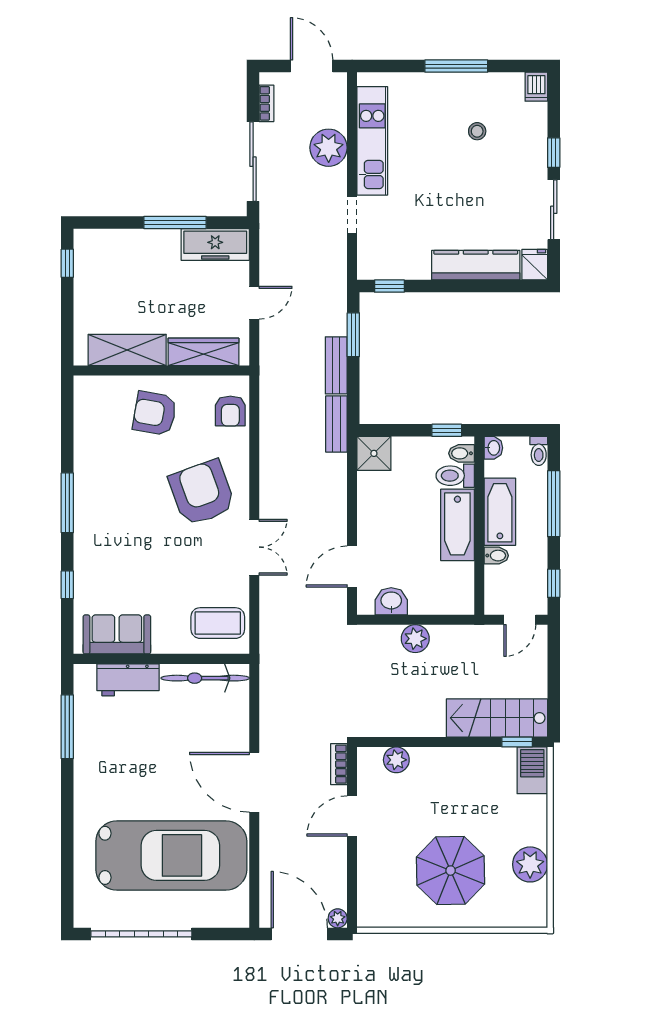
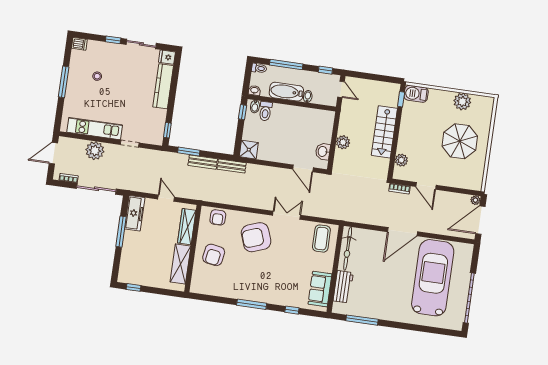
armchair: (230, 411) -> (218, 217), turned 90
bathtub: (457, 525) -> (290, 113), removed
stairs: (497, 718) -> (384, 132), moved

